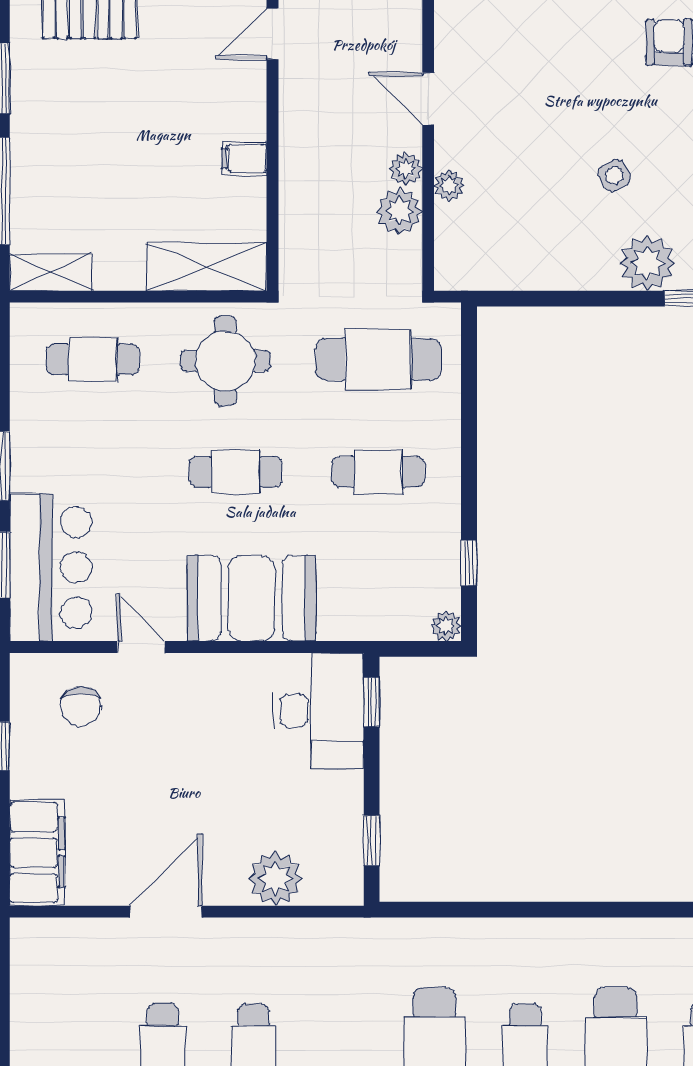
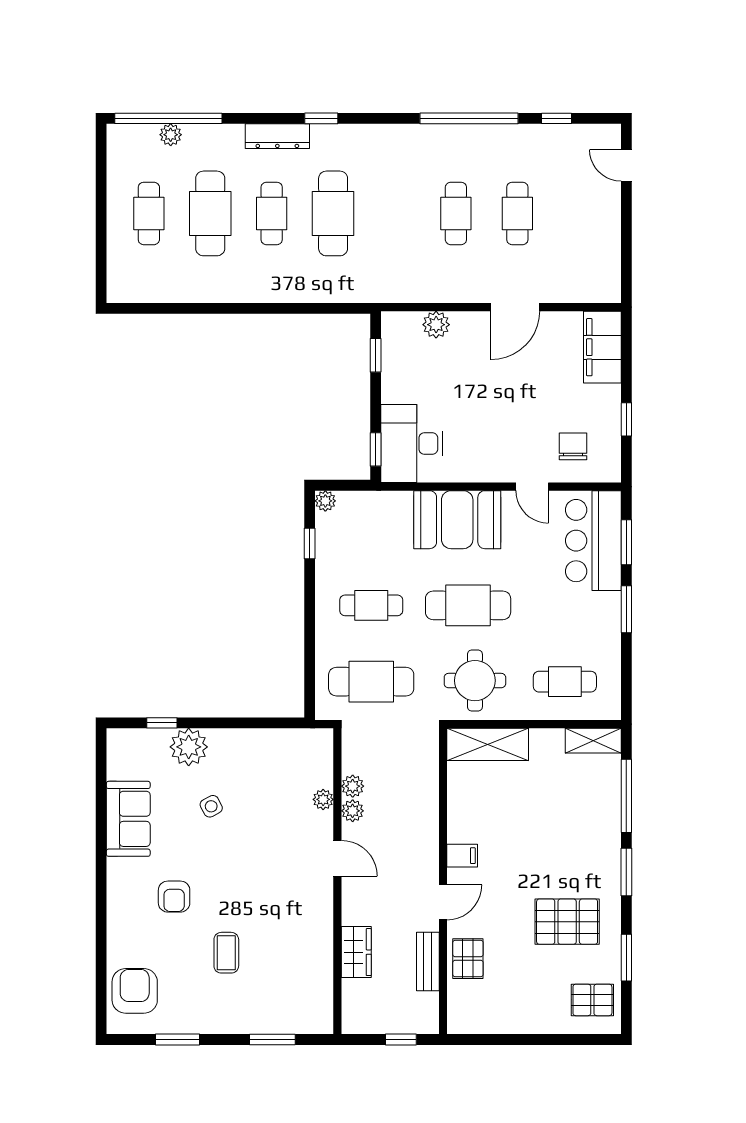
filing cabinet: (244, 158) -> (462, 856), moved
plant: (399, 211) -> (353, 786), width x0.73, depth x0.73
cafe table: (235, 472) -> (468, 605), width x1.37, depth x1.35
plant: (275, 879) -> (436, 325), width x0.73, depth x0.73

